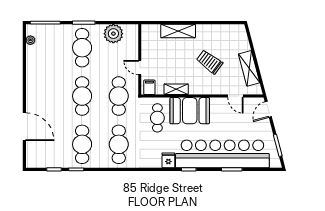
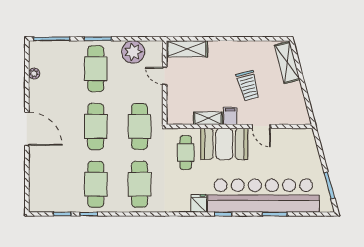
shelving: (178, 31) -> (187, 49), moved
plant: (30, 40) -> (34, 74), moved
trolley: (210, 62) -> (248, 86), turned -142
door: (140, 68) -> (165, 76), moved
shelving: (249, 68) -> (287, 62), moved
filing cabinet: (149, 87) -> (230, 116), moved
door: (235, 96) -> (261, 126), moved
door: (268, 109) -> (318, 142), removed
door: (24, 127) -> (27, 129), moved

